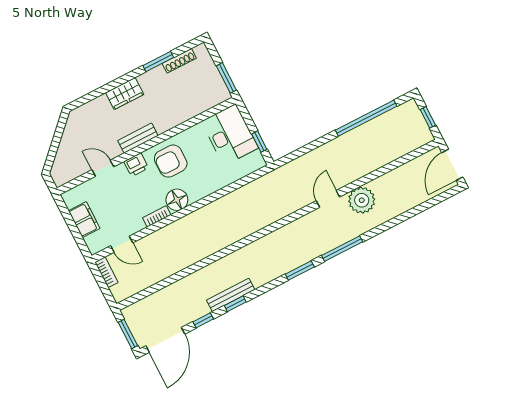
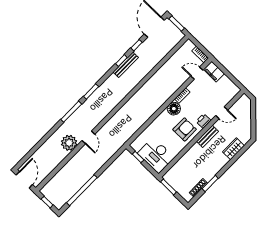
wardrobe: (125, 94) -> (233, 149), moved
filing cabinet: (84, 220) -> (214, 72), moved

